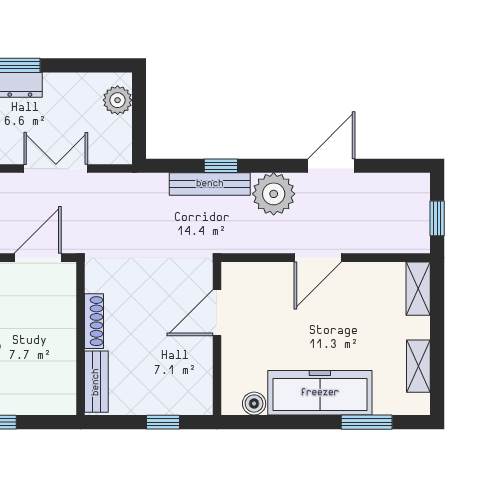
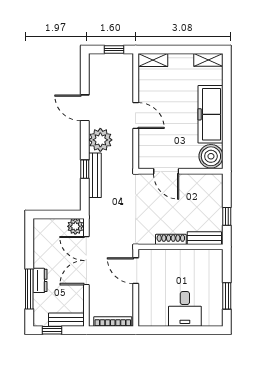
plant: (118, 100) -> (75, 226), moved
double door: (56, 169) -> (86, 261), width x1.37
shelving: (418, 366) -> (208, 60), moved
boiler: (254, 404) -> (211, 156), width x1.86, depth x1.86
window: (163, 422) -> (227, 216), moved
window: (367, 422) -> (227, 88), removed

